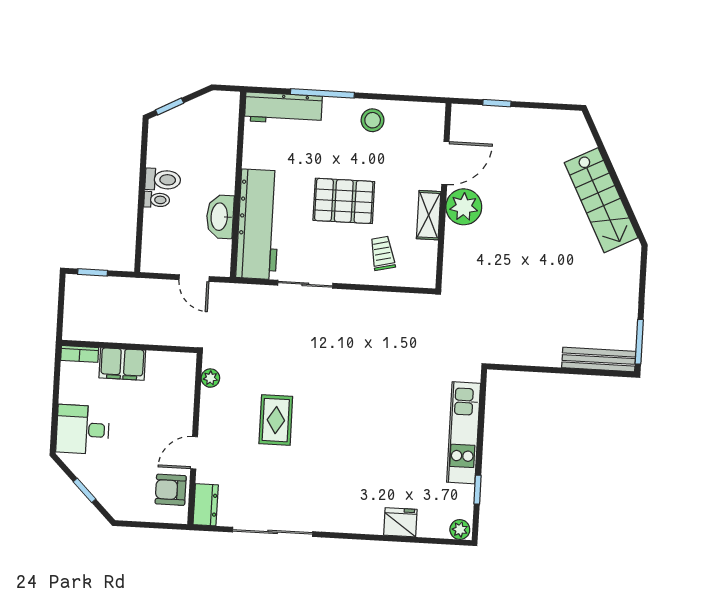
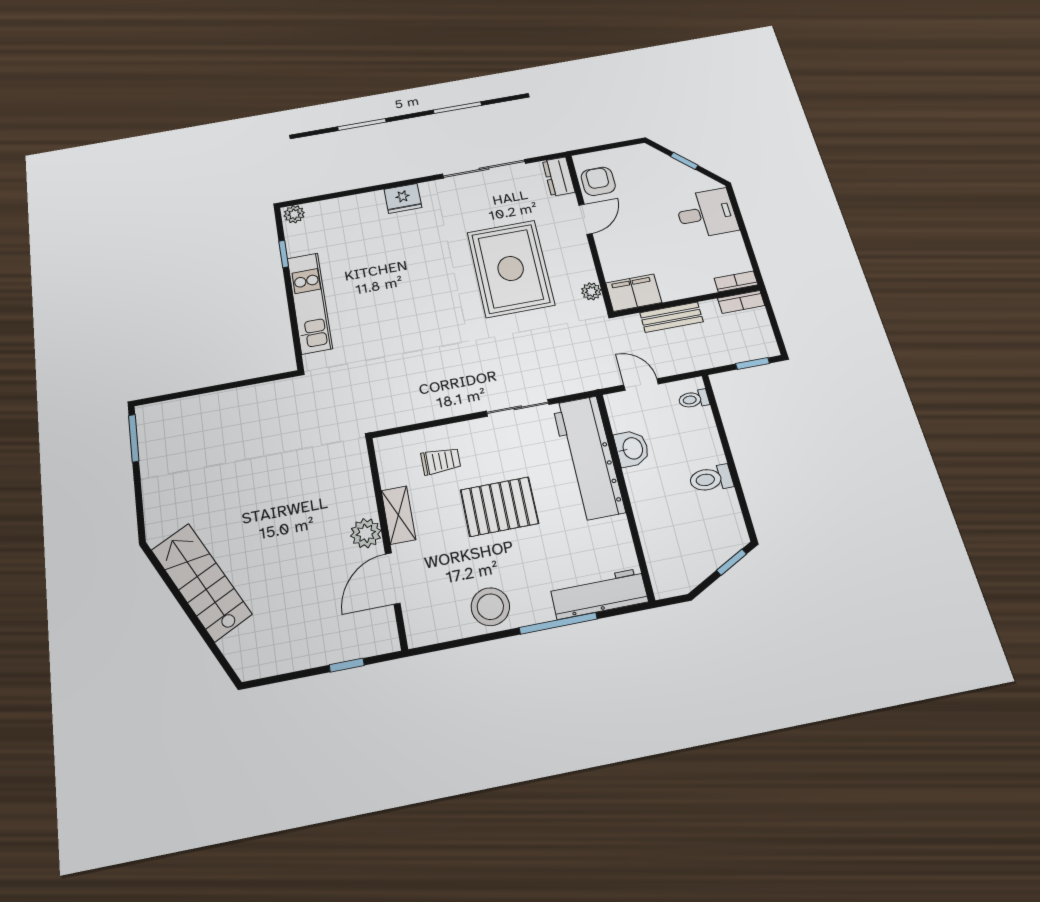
stool: (373, 120) -> (490, 607), width x1.38, depth x1.38
toilet: (157, 200) -> (694, 399), moved
plant: (464, 207) -> (366, 533), width x0.73, depth x0.73
washbasin: (220, 217) -> (632, 449), width x0.72
trolley: (382, 253) -> (441, 461), turned -77
bookcase: (82, 333) -> (741, 302), added
bench: (599, 359) -> (671, 317), moved, width x0.73
filing cabinet: (122, 364) -> (634, 293), moved
rug: (276, 420) -> (511, 268), width x1.86, depth x2.06
armchair: (171, 490) -> (598, 181), turned -90
fridge: (400, 522) -> (403, 198), moved

